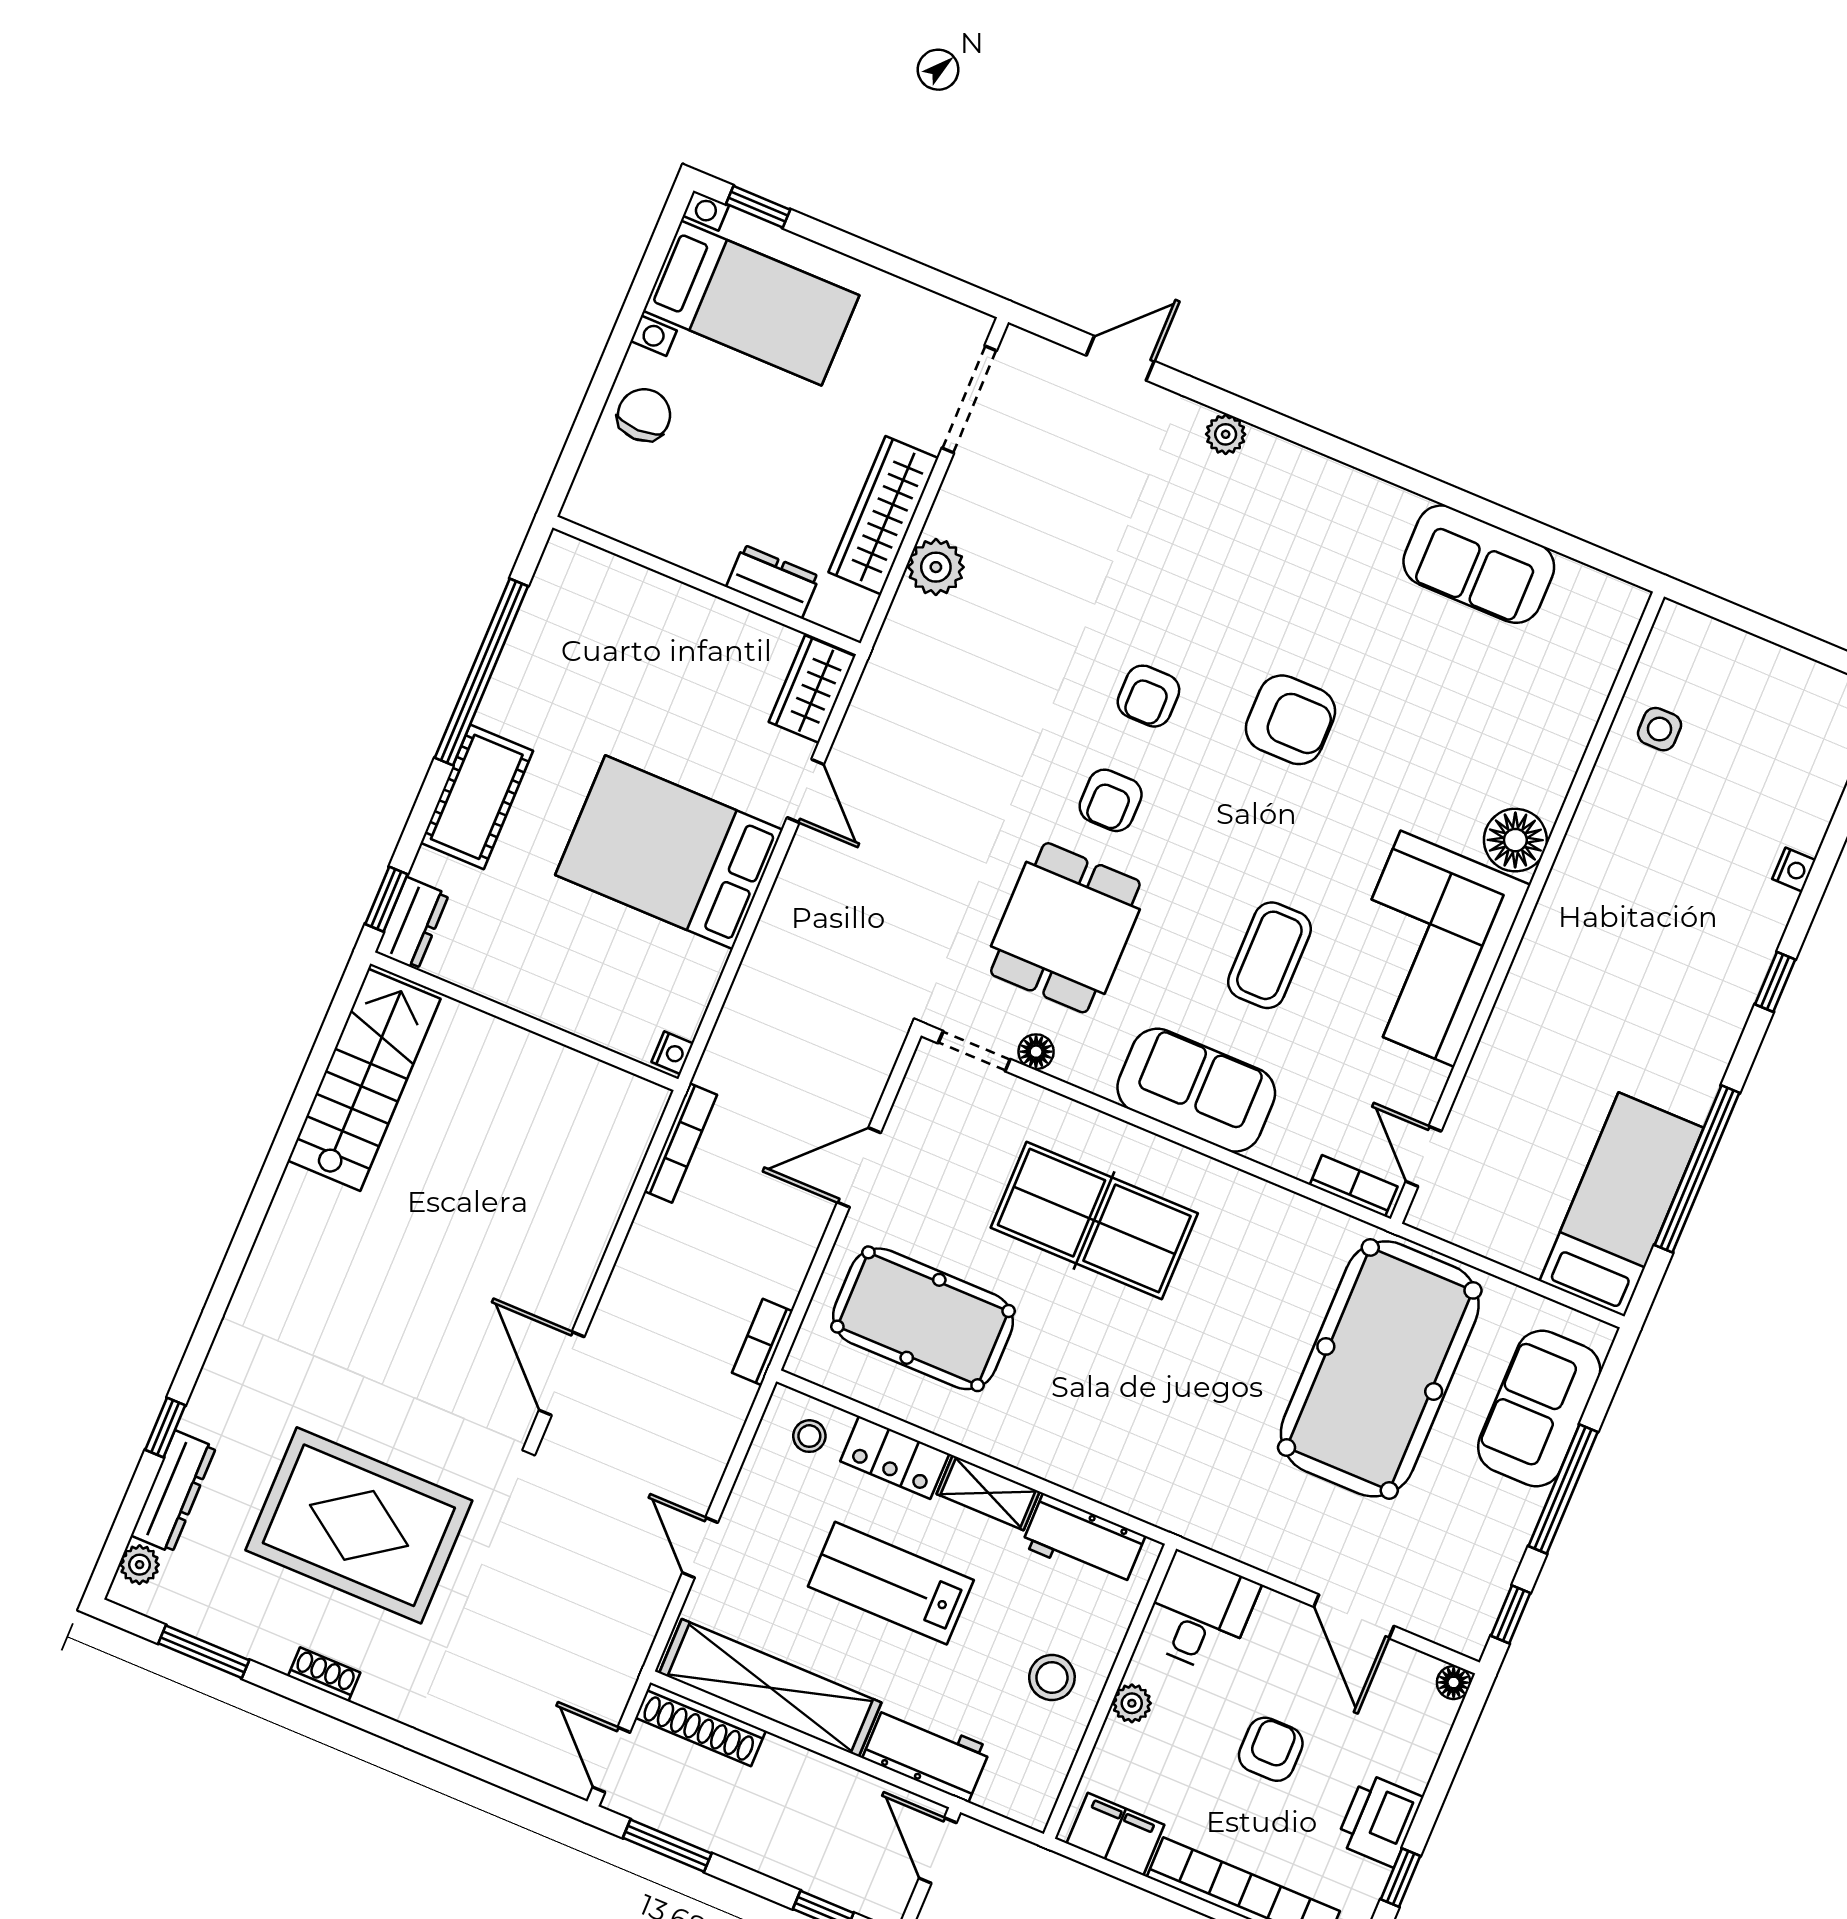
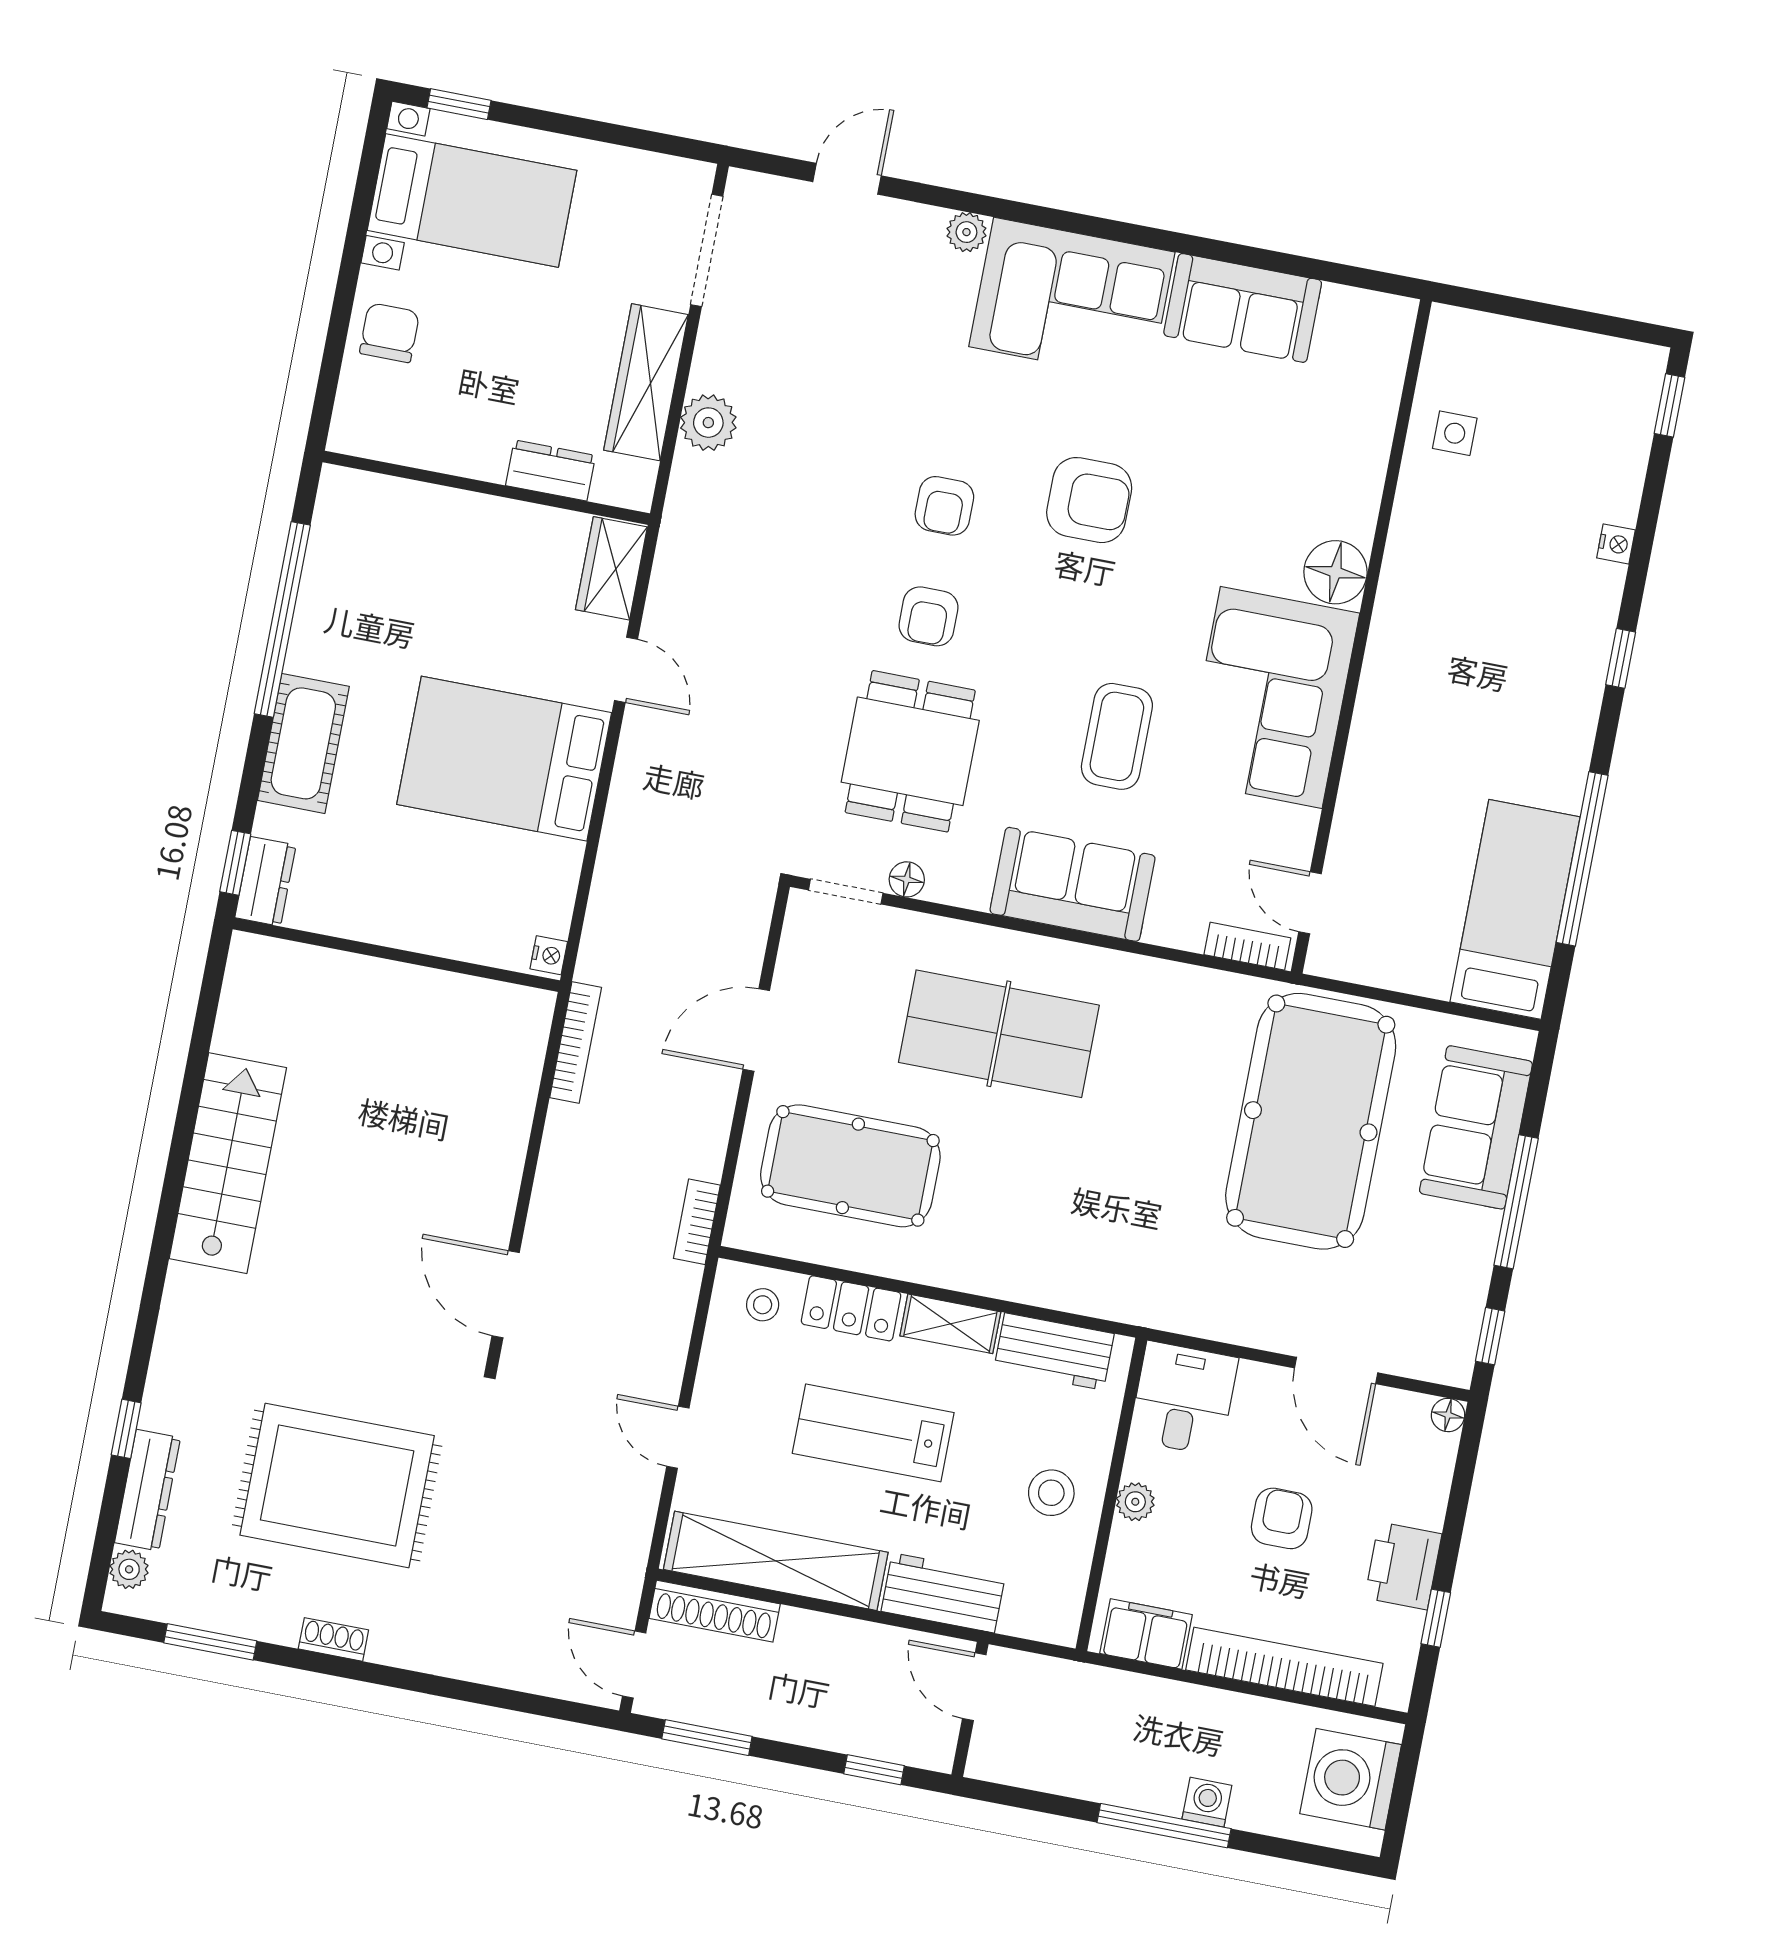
corner sofa: (1315, 521) -> (1072, 299), added
stairs: (364, 1080) -> (228, 1163), moved

